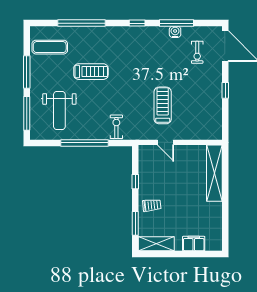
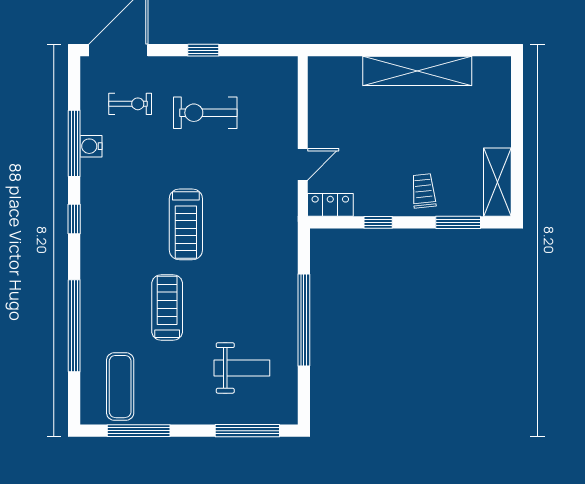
window: (27, 72) -> (139, 431), moved
treadmill: (163, 105) -> (186, 224), moved, turned -90
weight bench: (59, 111) -> (242, 368), width x0.73, depth x0.75
exercise bike: (116, 127) -> (205, 113), moved, width x1.38, depth x1.39
locker: (144, 157) -> (330, 205), added
shelving: (214, 173) -> (417, 71), moved
filing cabinet: (194, 244) -> (497, 110), removed

